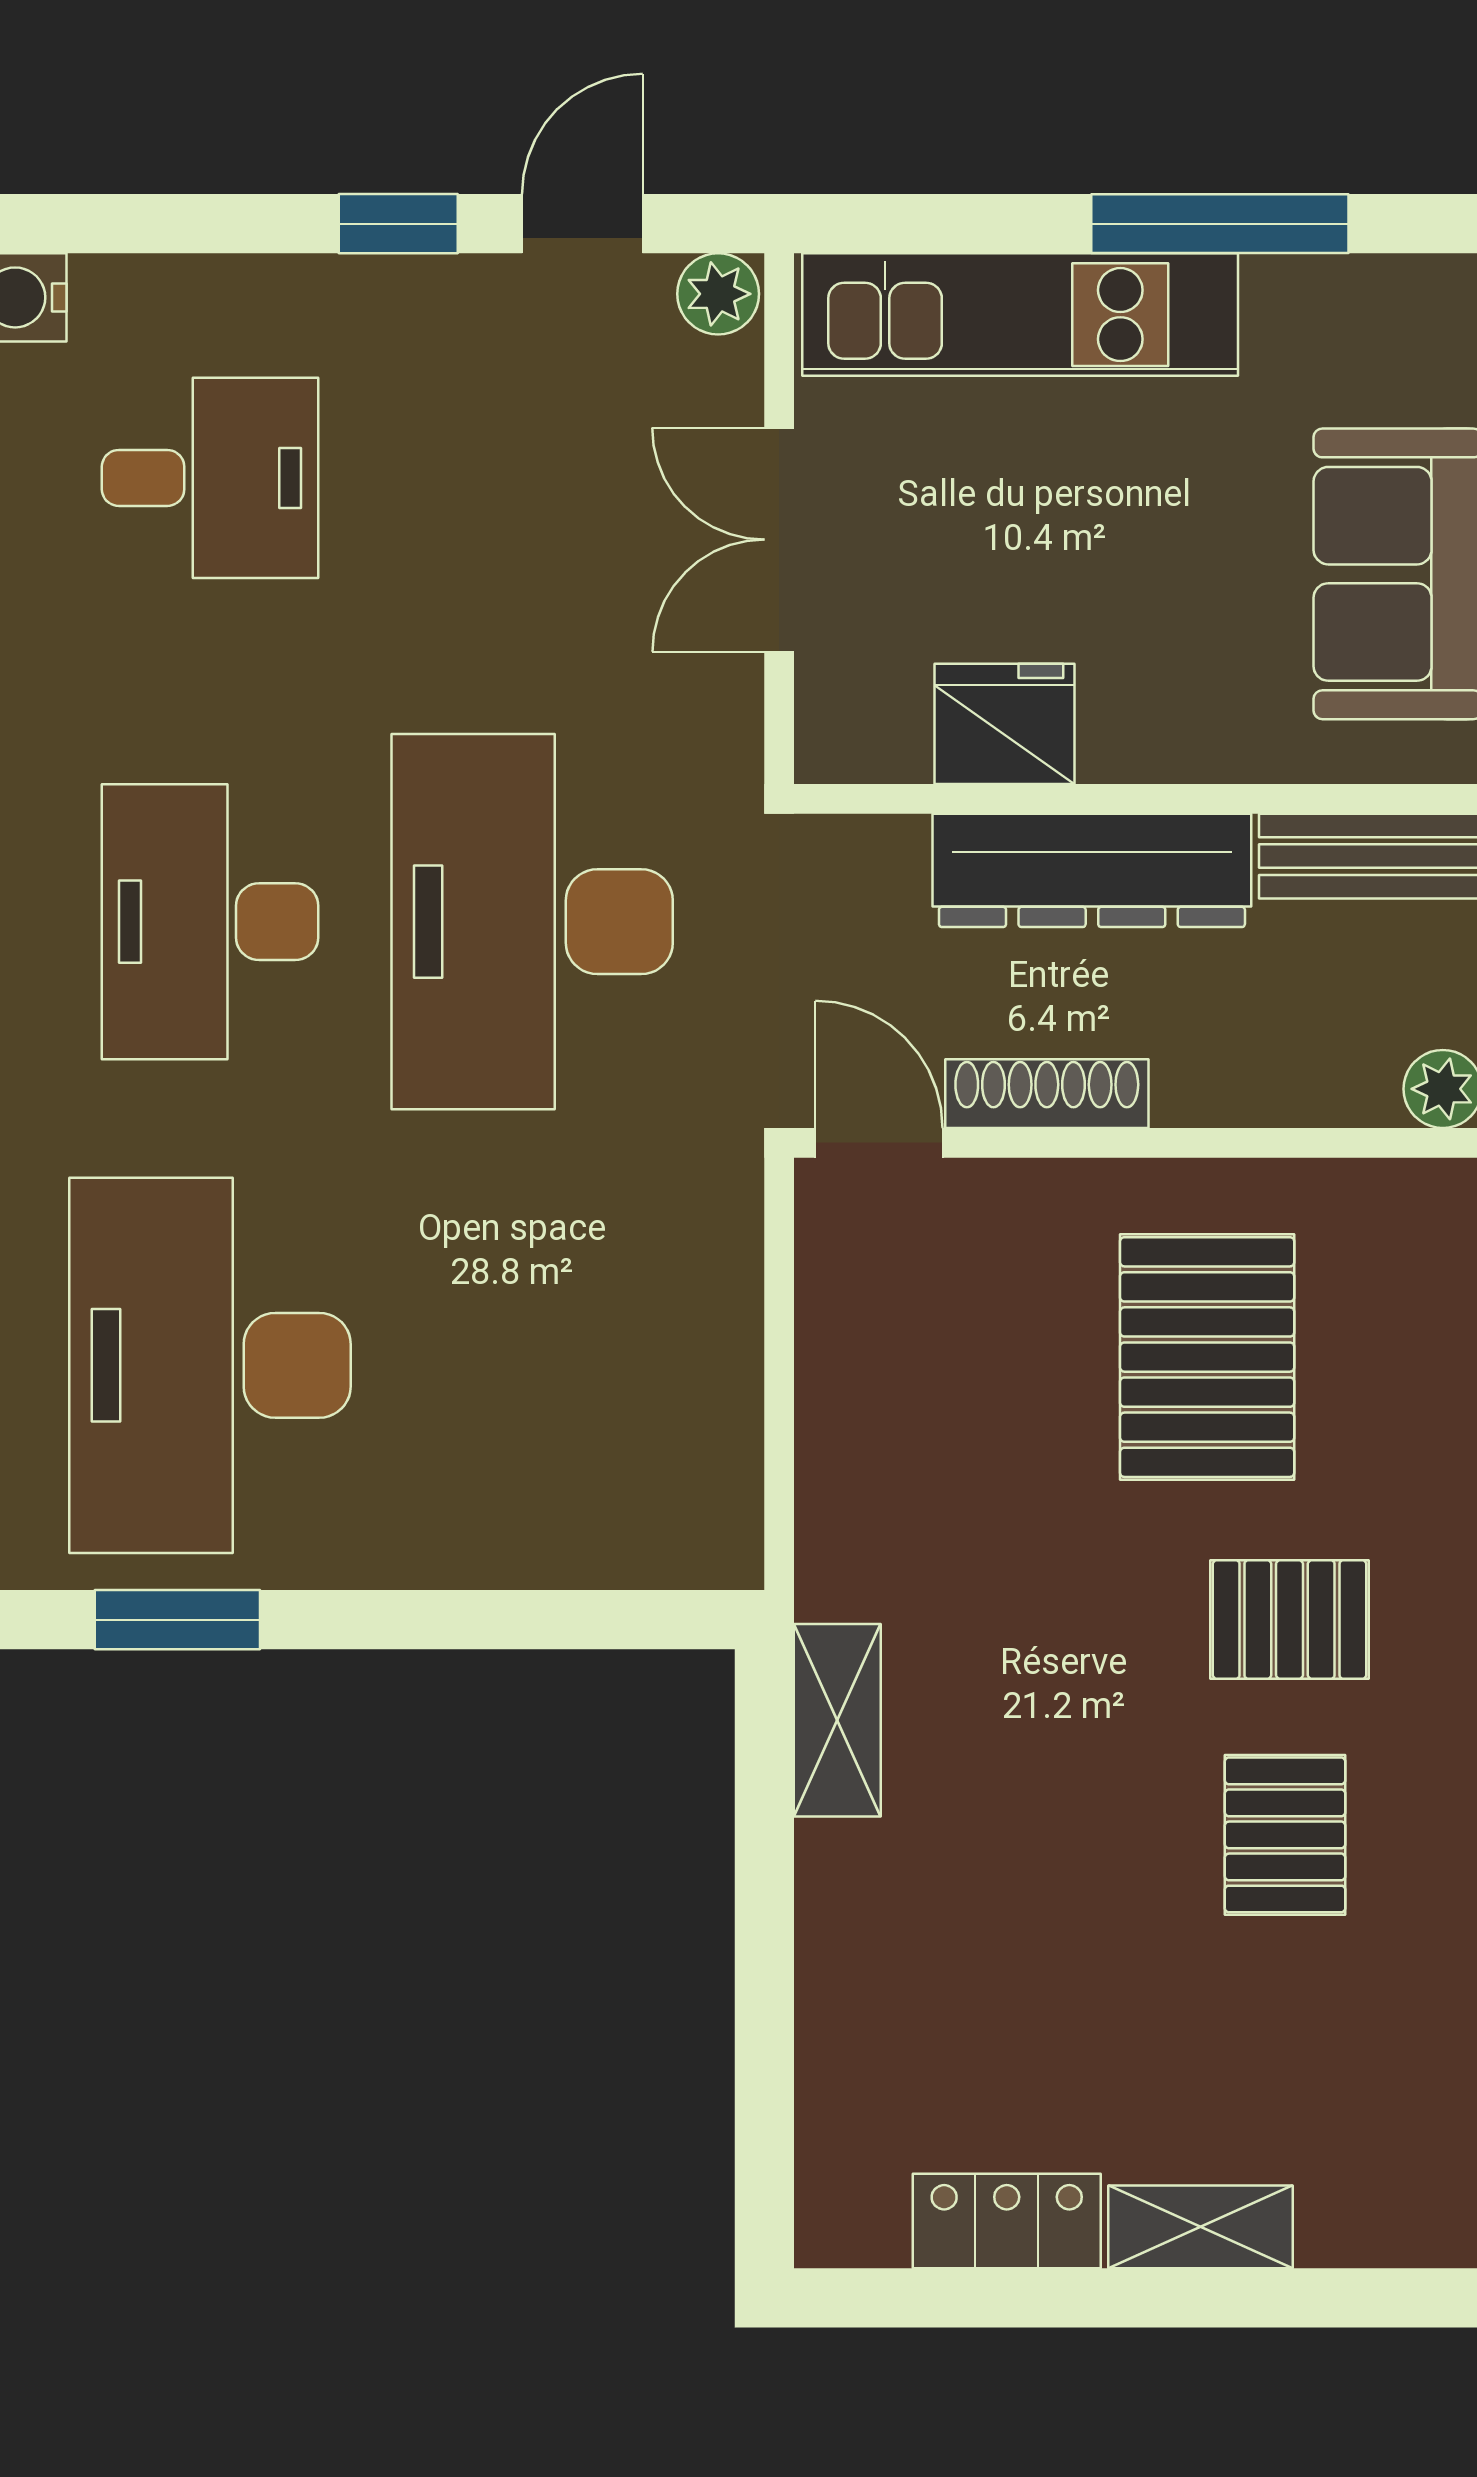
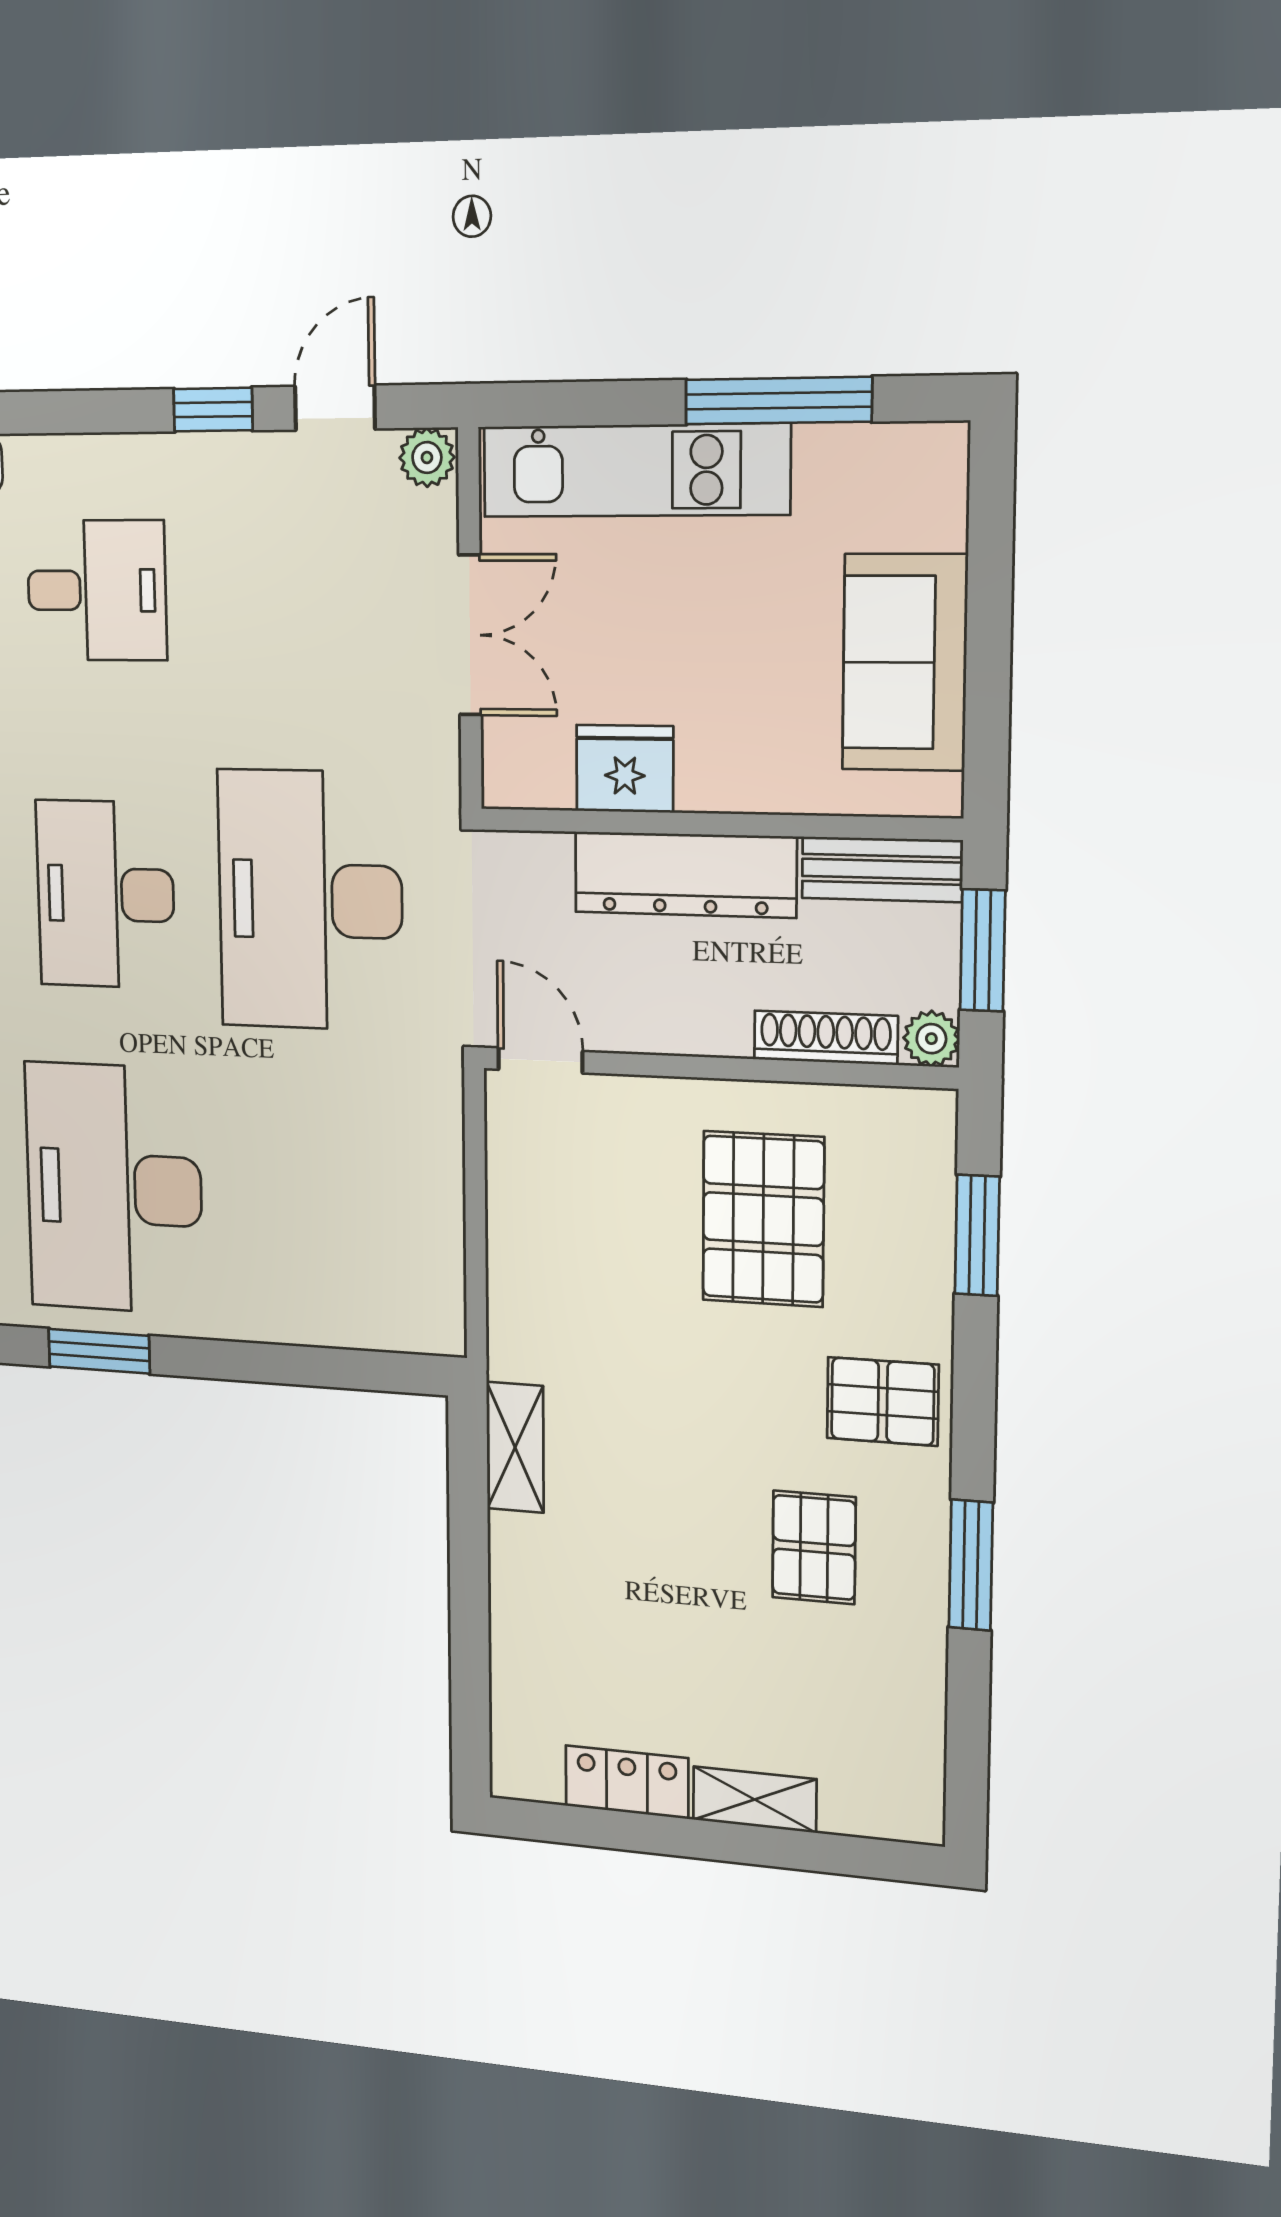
double door: (779, 540) -> (470, 635), swing flipped
shoe rack: (1047, 1094) -> (826, 1038), moved
pallet: (1290, 1620) -> (883, 1401), moved

